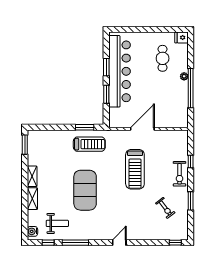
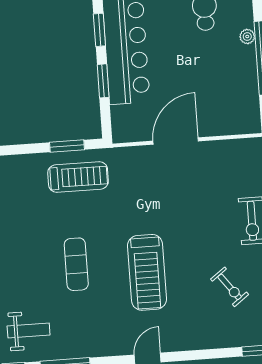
treadmill: (135, 169) -> (147, 272), moved
exercise mat: (85, 190) -> (76, 264), width x0.50, depth x0.69

